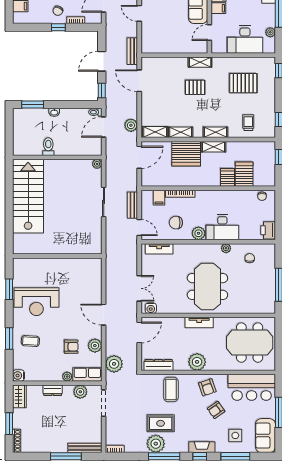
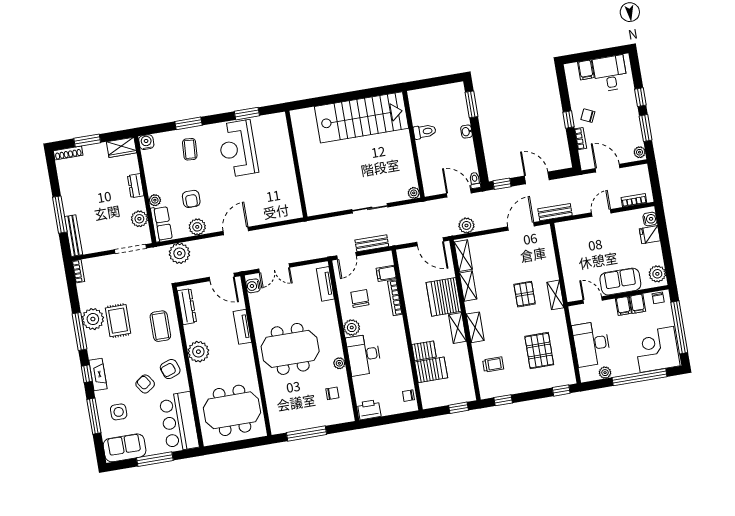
tv unit: (199, 323) -> (242, 327), moved
meeting table: (250, 343) -> (232, 410), turned 90
coffee table: (171, 389) -> (160, 326), turned 90

